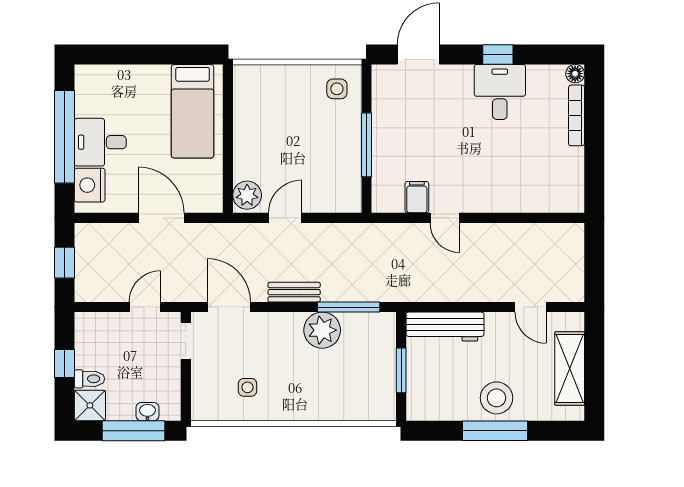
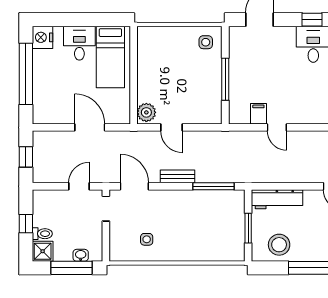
desk: (100, 142) -> (79, 43), moved, turned 90
nightstand: (90, 185) -> (42, 37), moved
door: (285, 218) -> (172, 127), swing flipped
plant: (322, 330) -> (196, 202), removed
stool: (496, 398) -> (279, 245), moved

